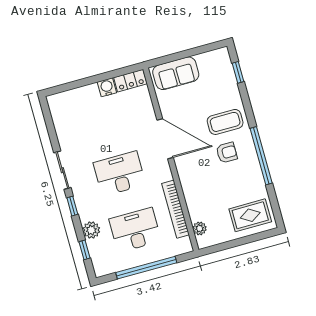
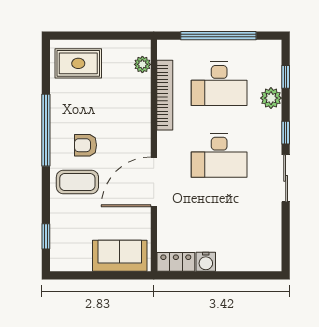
door: (165, 139) -> (154, 182), hinge flipped

